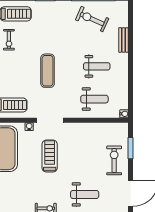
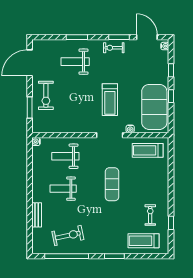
exercise bike: (92, 19) -> (68, 236), turned -36

